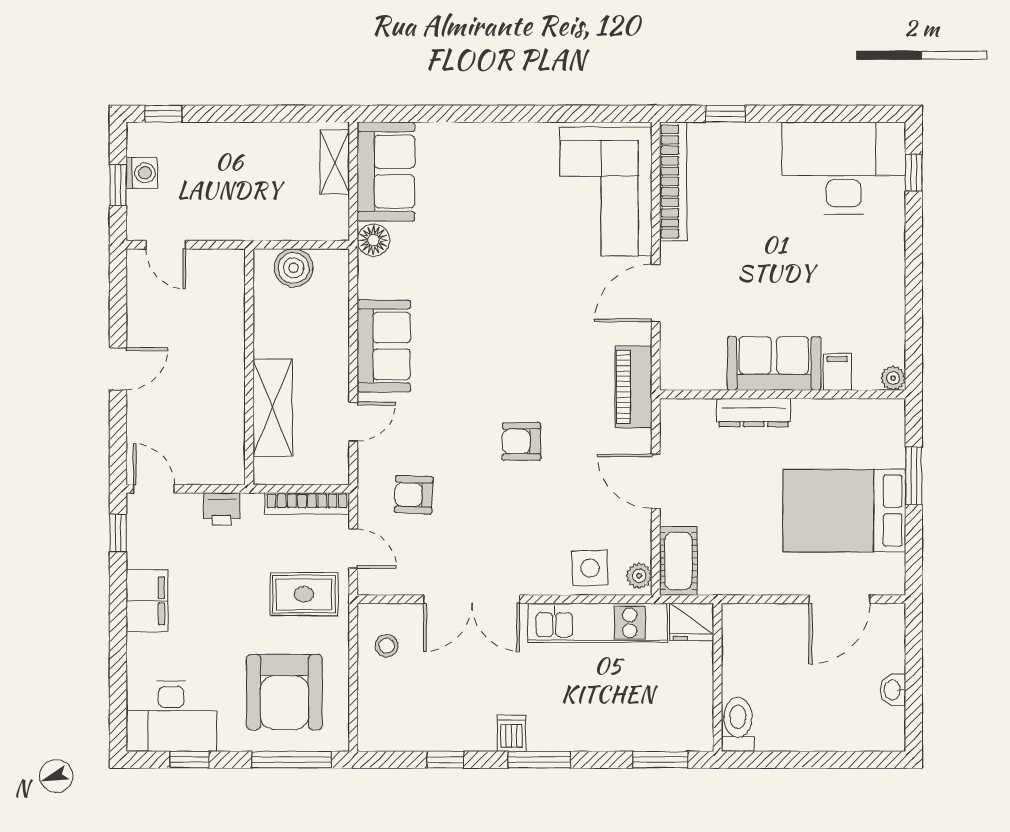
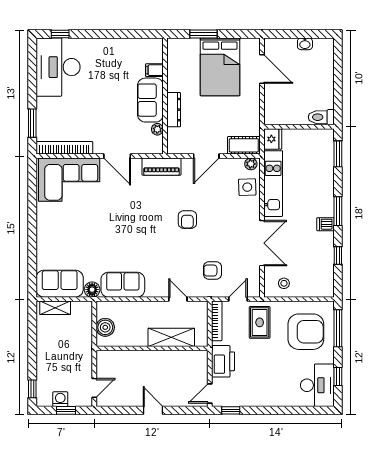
window: (725, 114) -> (32, 123), width x1.50
sofa: (384, 346) -> (123, 285), moved
plant: (893, 378) -> (157, 129), moved
armchair: (414, 495) -> (213, 271), turned 88
printer: (222, 509) -> (223, 361), width x1.87, depth x1.48
filing cabinet: (147, 601) -> (263, 397), removed

